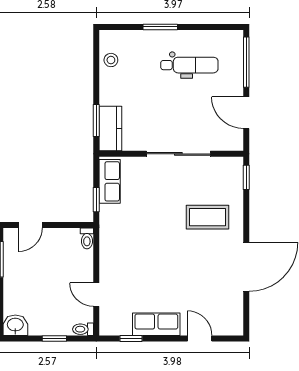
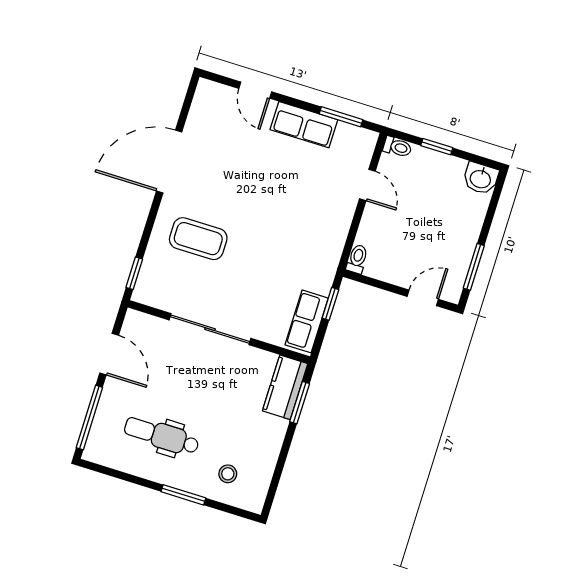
stool: (111, 60) -> (228, 474), moved
window: (131, 338) -> (341, 117), width x1.50

